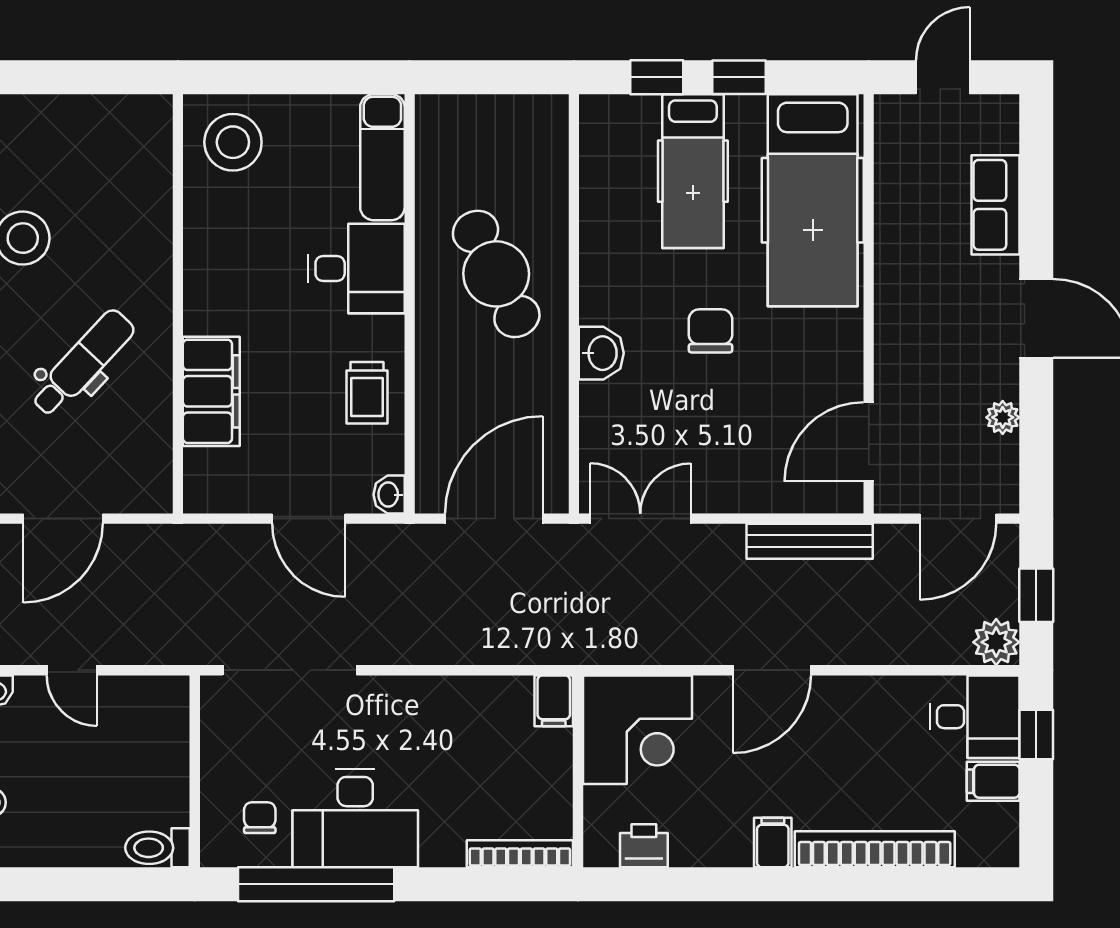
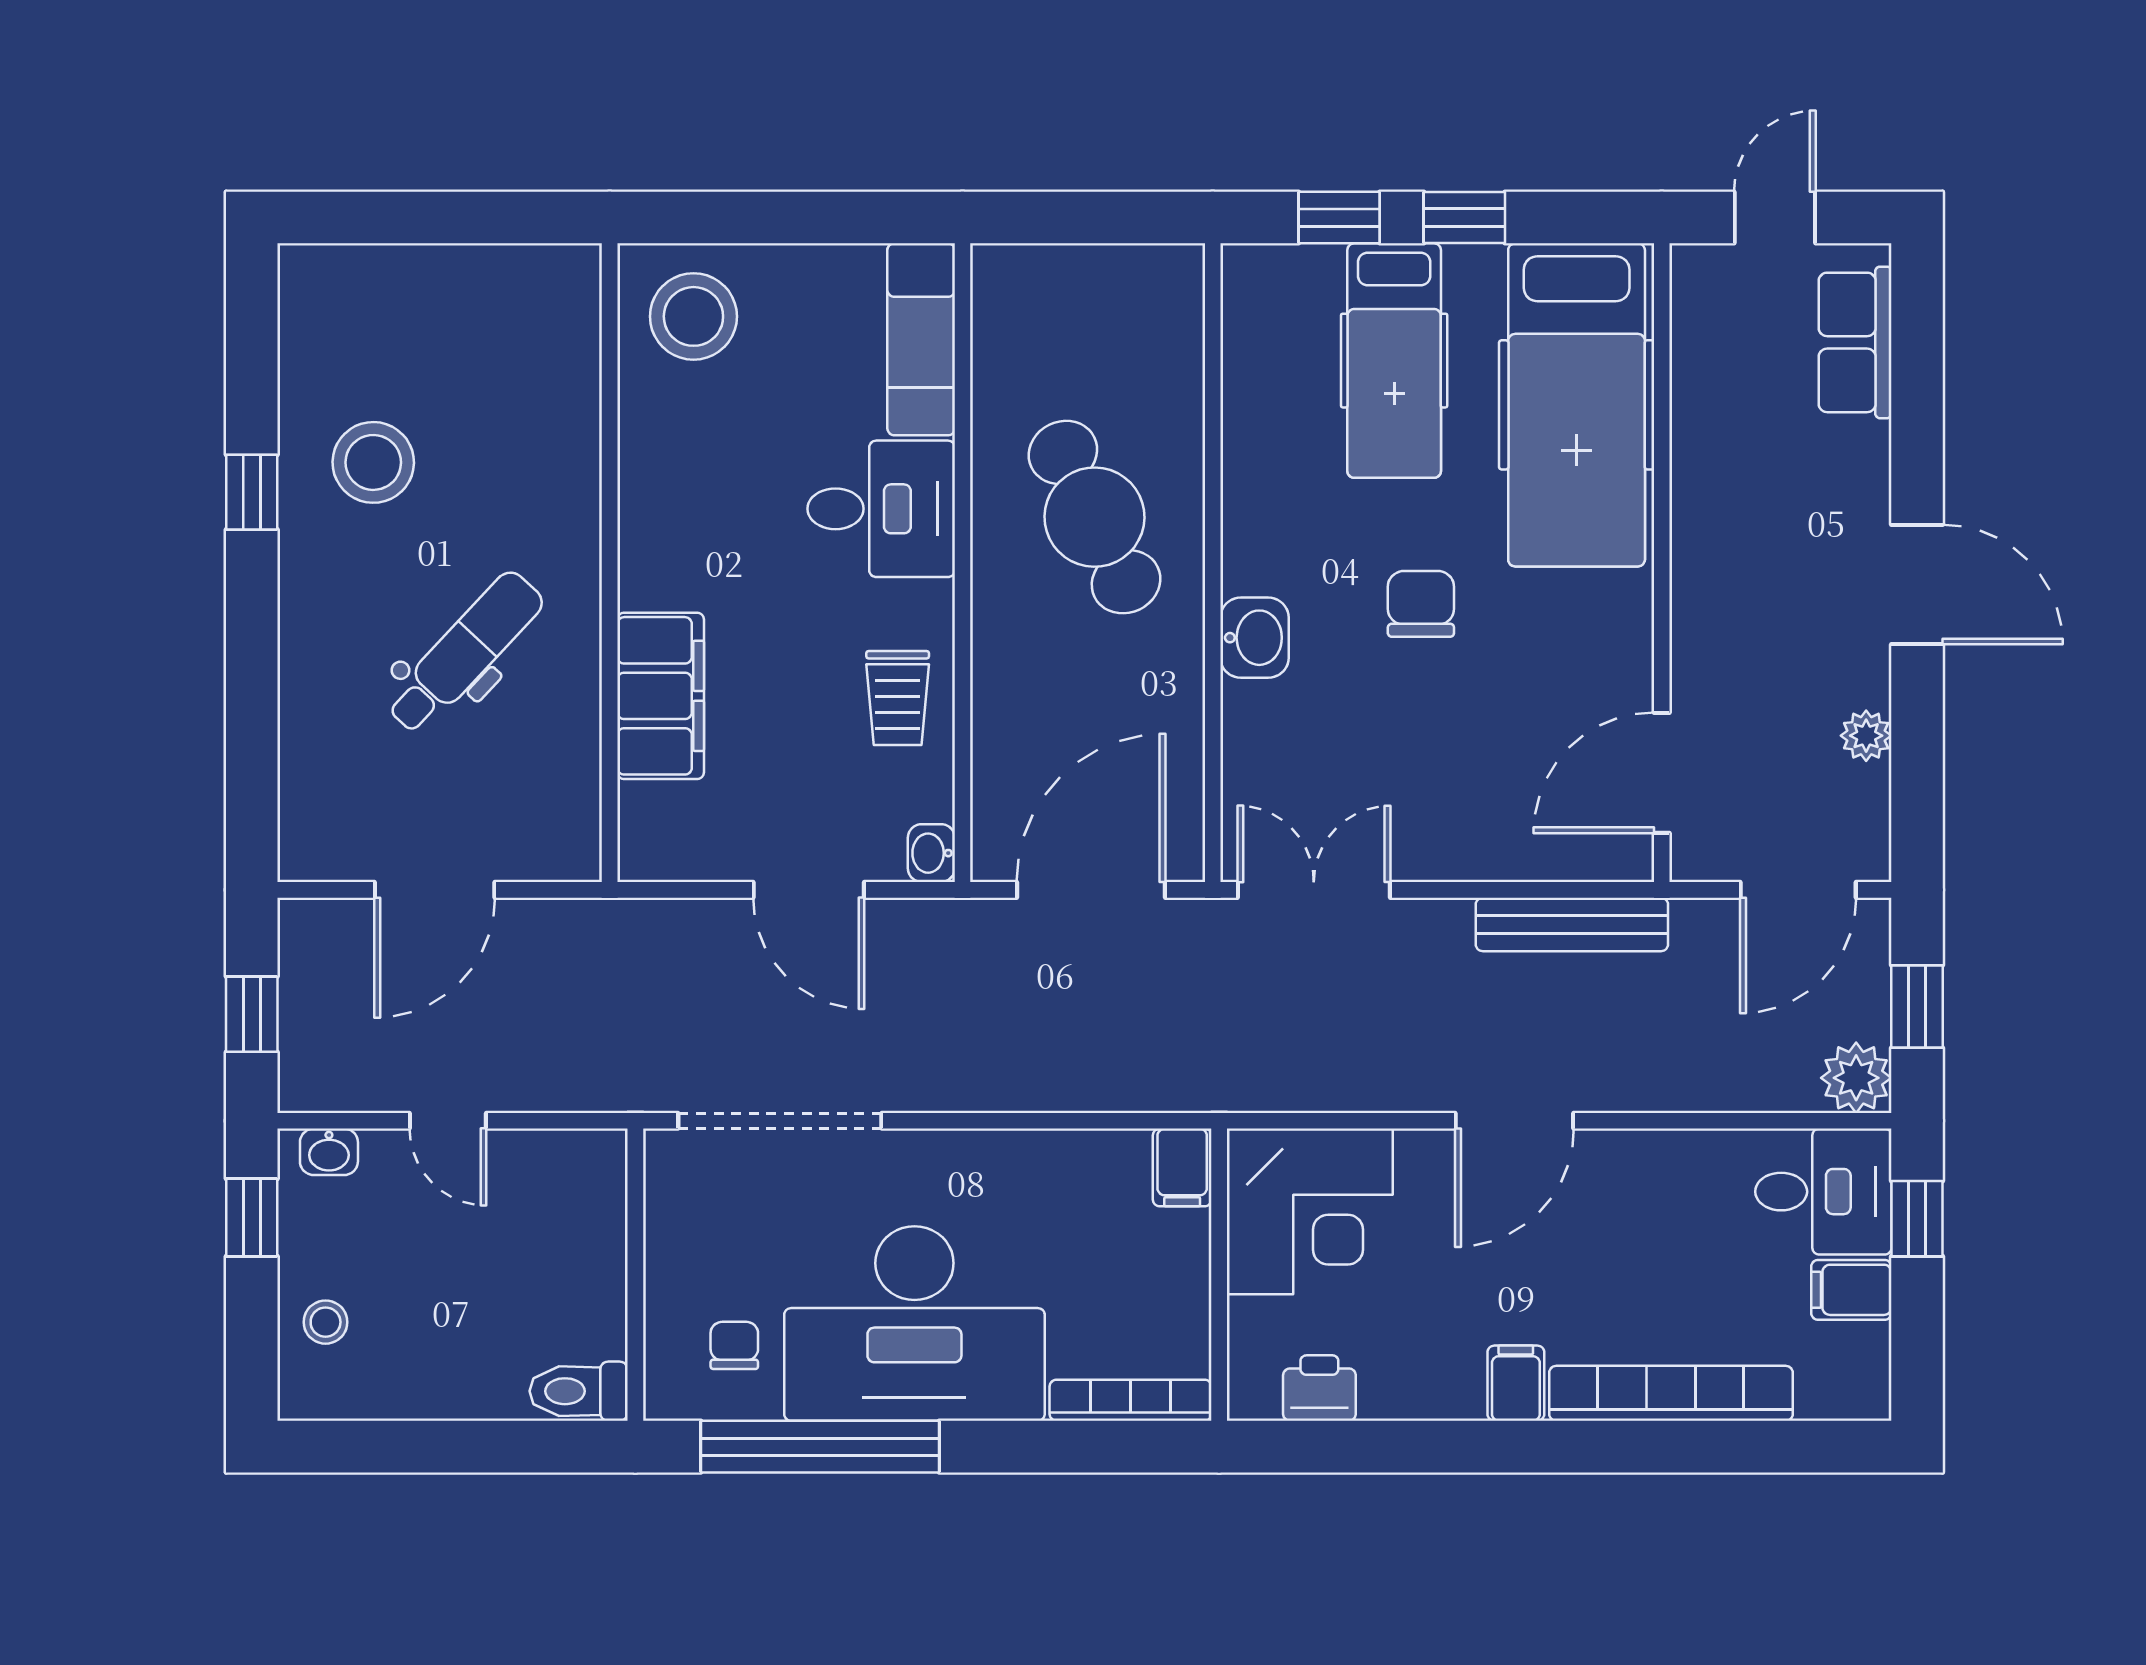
row of seats: (996, 205) -> (1855, 342), moved
desk: (355, 818) -> (914, 1324), width x1.36, depth x1.30

